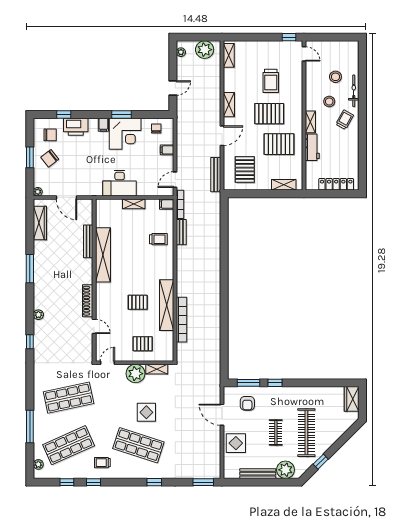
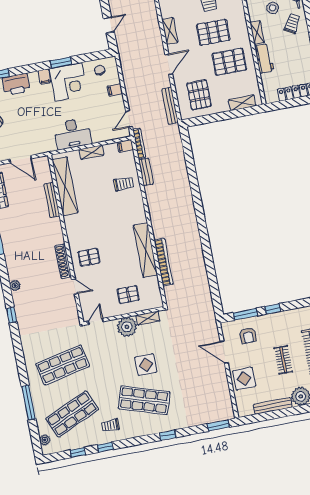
shelving: (103, 255) -> (65, 186), moved
pallet: (138, 302) -> (89, 257), moved

